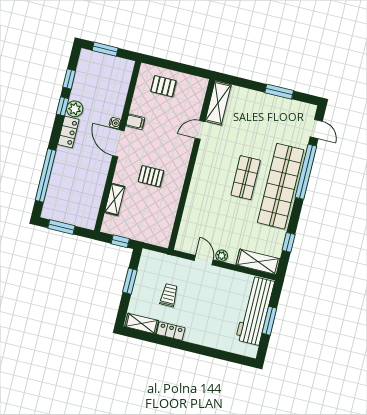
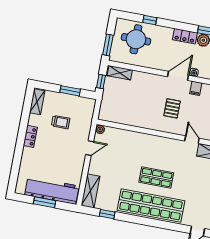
window: (306, 172) -> (163, 225), removed
window: (46, 175) -> (150, 20), width x0.32
pallet: (151, 176) -> (172, 108), moved
round table: (69, 194) -> (136, 39), added
shelving: (115, 199) -> (120, 73), moved
window: (61, 227) -> (108, 45), moved
plant: (222, 256) -> (100, 129), moved
locker: (171, 331) -> (30, 136), moved

